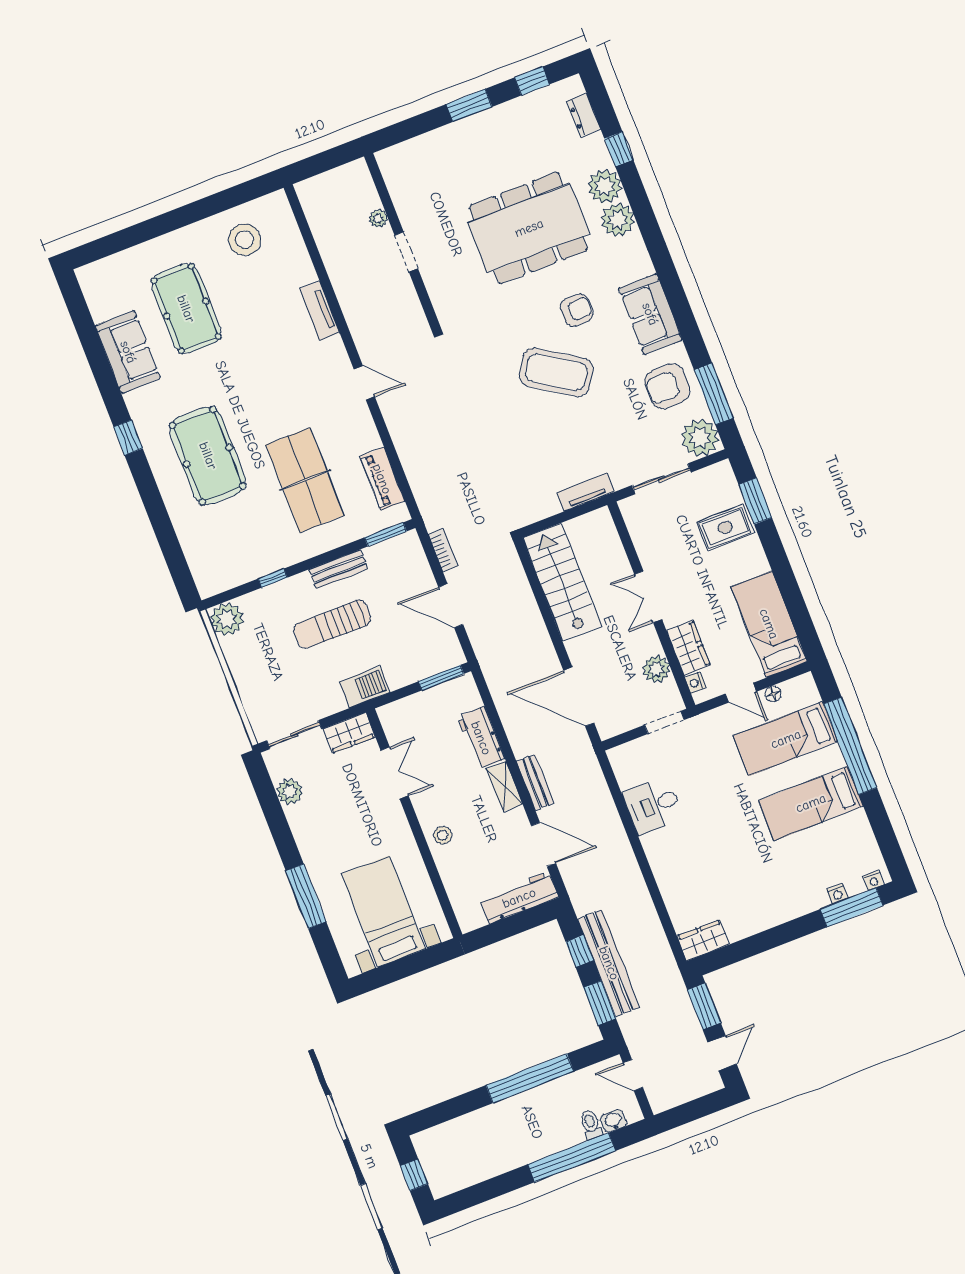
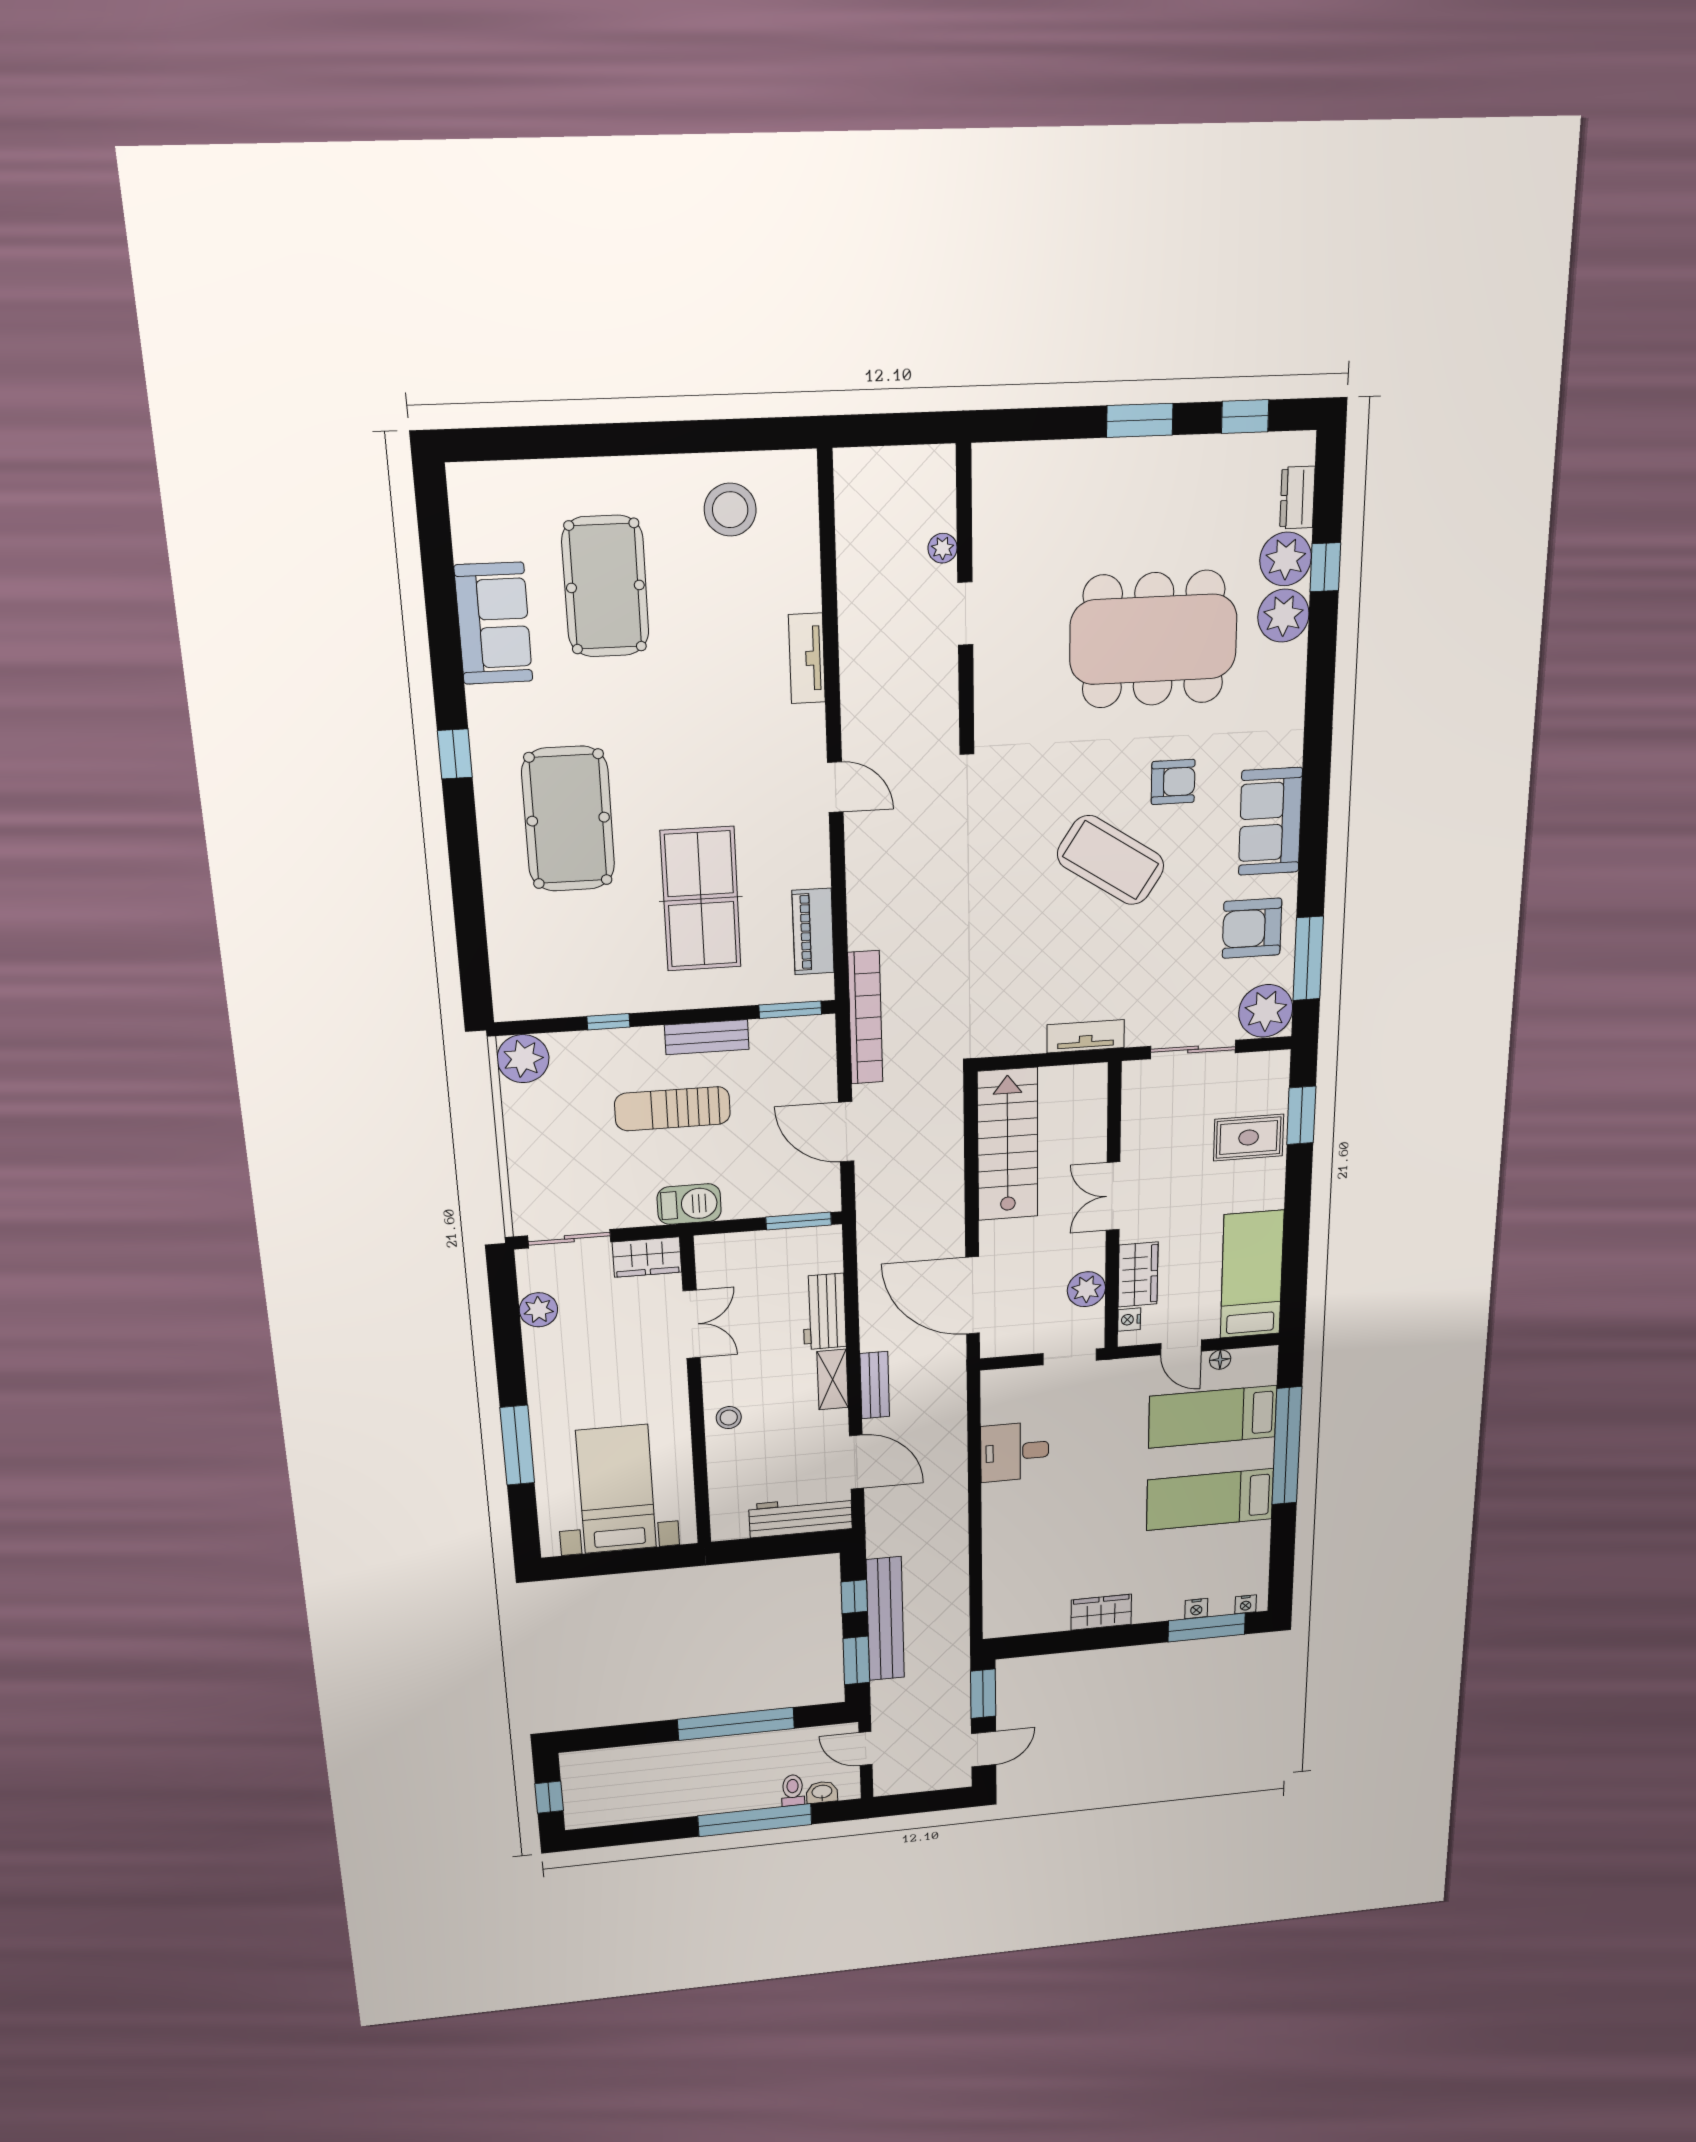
plant: (618, 220) -> (1286, 559), moved
bookcase: (443, 550) -> (865, 1018), width x2.31, depth x1.31
wardrobe: (703, 940) -> (1101, 1612), moved

